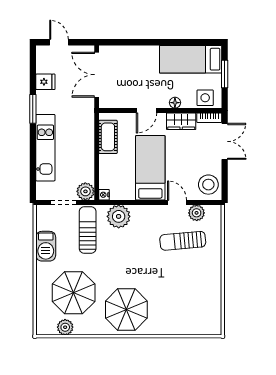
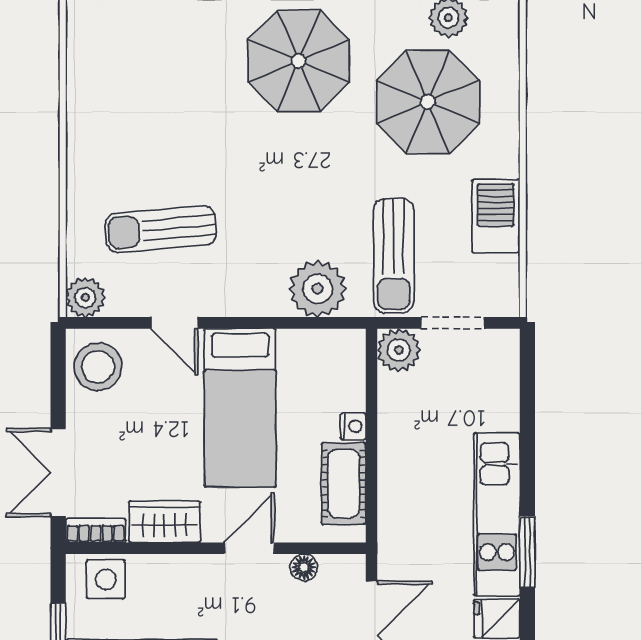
floor lamp: (175, 103) -> (304, 567), moved
kitchen unit: (45, 148) -> (497, 514), moved
nightstand: (104, 195) -> (353, 426), moved
plant: (197, 213) -> (85, 298), moved
sun lounger: (183, 241) -> (161, 229), turned 180

